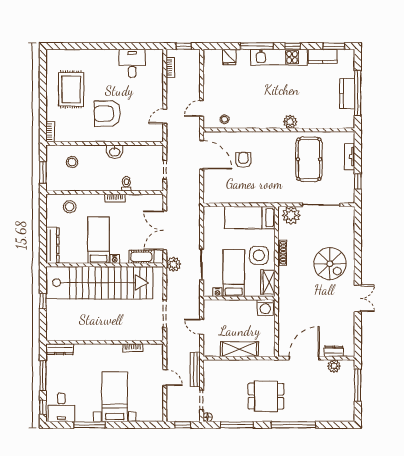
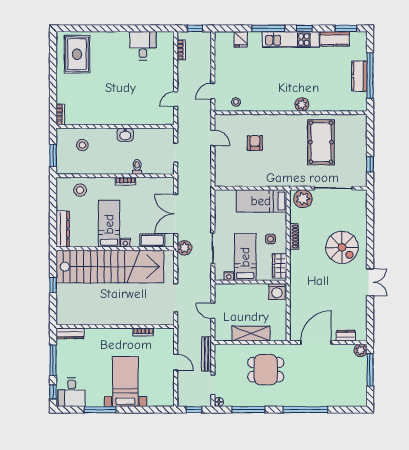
rug: (71, 89) -> (77, 54), moved
armchair: (107, 114) -> (118, 96), removed
door: (202, 155) -> (213, 138), width x0.53
tv unit: (350, 157) -> (362, 140), removed
side table: (259, 255) -> (271, 239), width x0.54, depth x0.54
plant: (334, 366) -> (361, 350), moved
dining table: (266, 396) -> (266, 370), moved

